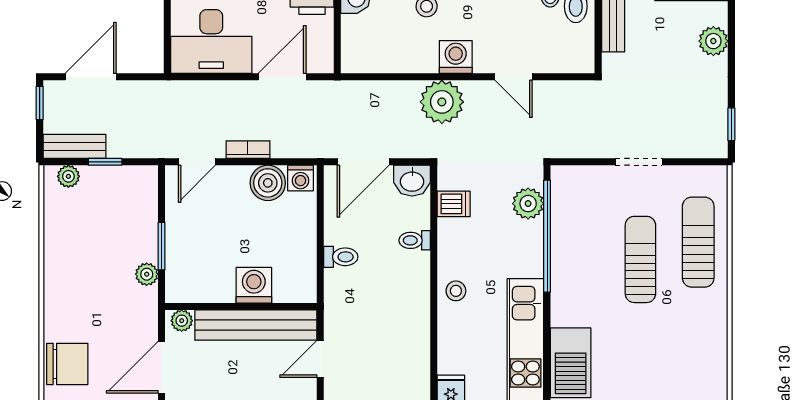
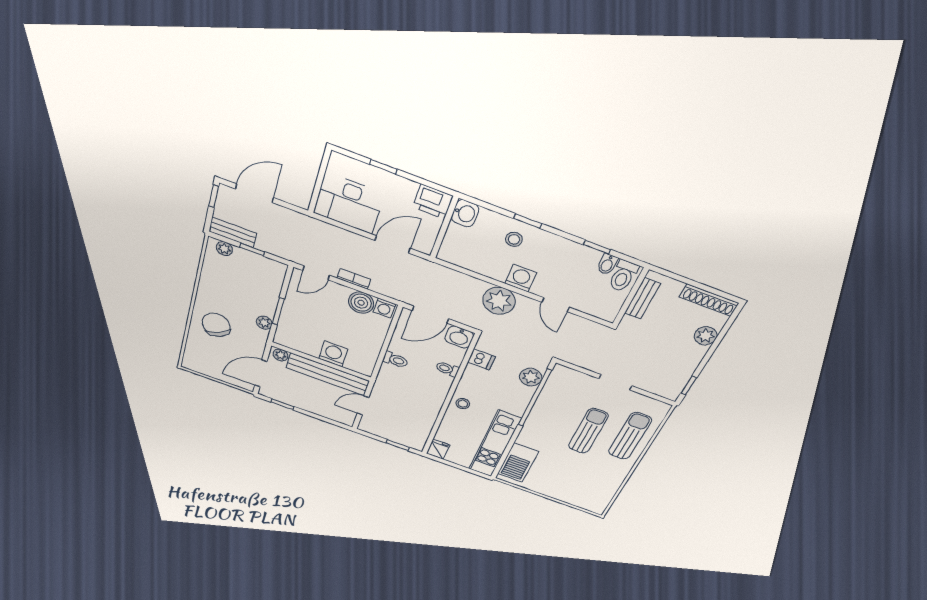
chair: (67, 364) -> (216, 325), moved, turned -118

